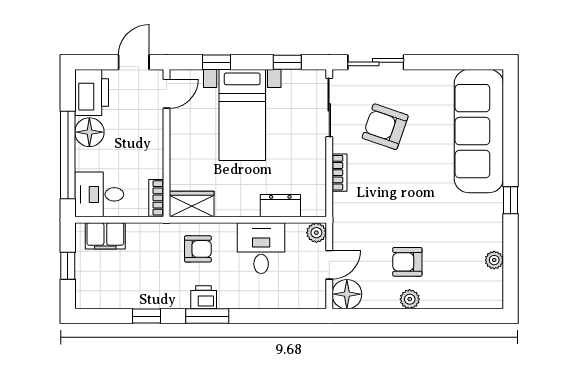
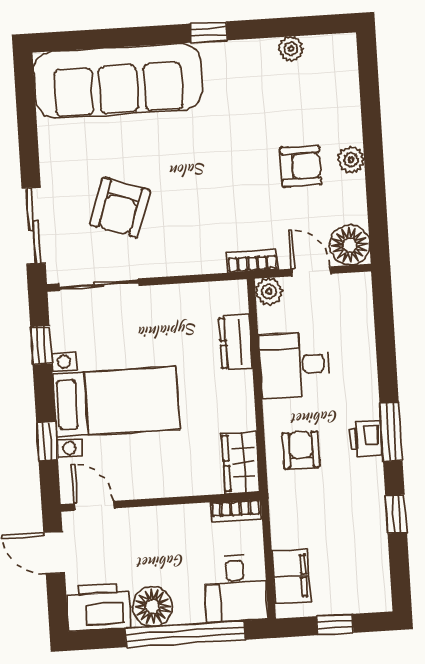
bookcase: (340, 173) -> (252, 261), moved
armchair: (407, 262) -> (301, 166), turned -90

